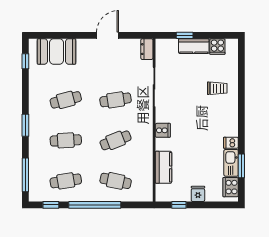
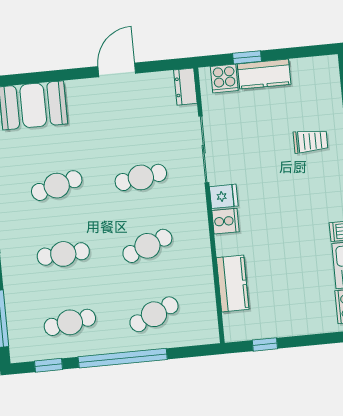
cooker: (217, 47) -> (224, 79), moved
cafe table: (116, 181) -> (154, 314), turned -36
fridge: (198, 194) -> (224, 196), moved, turned 90

